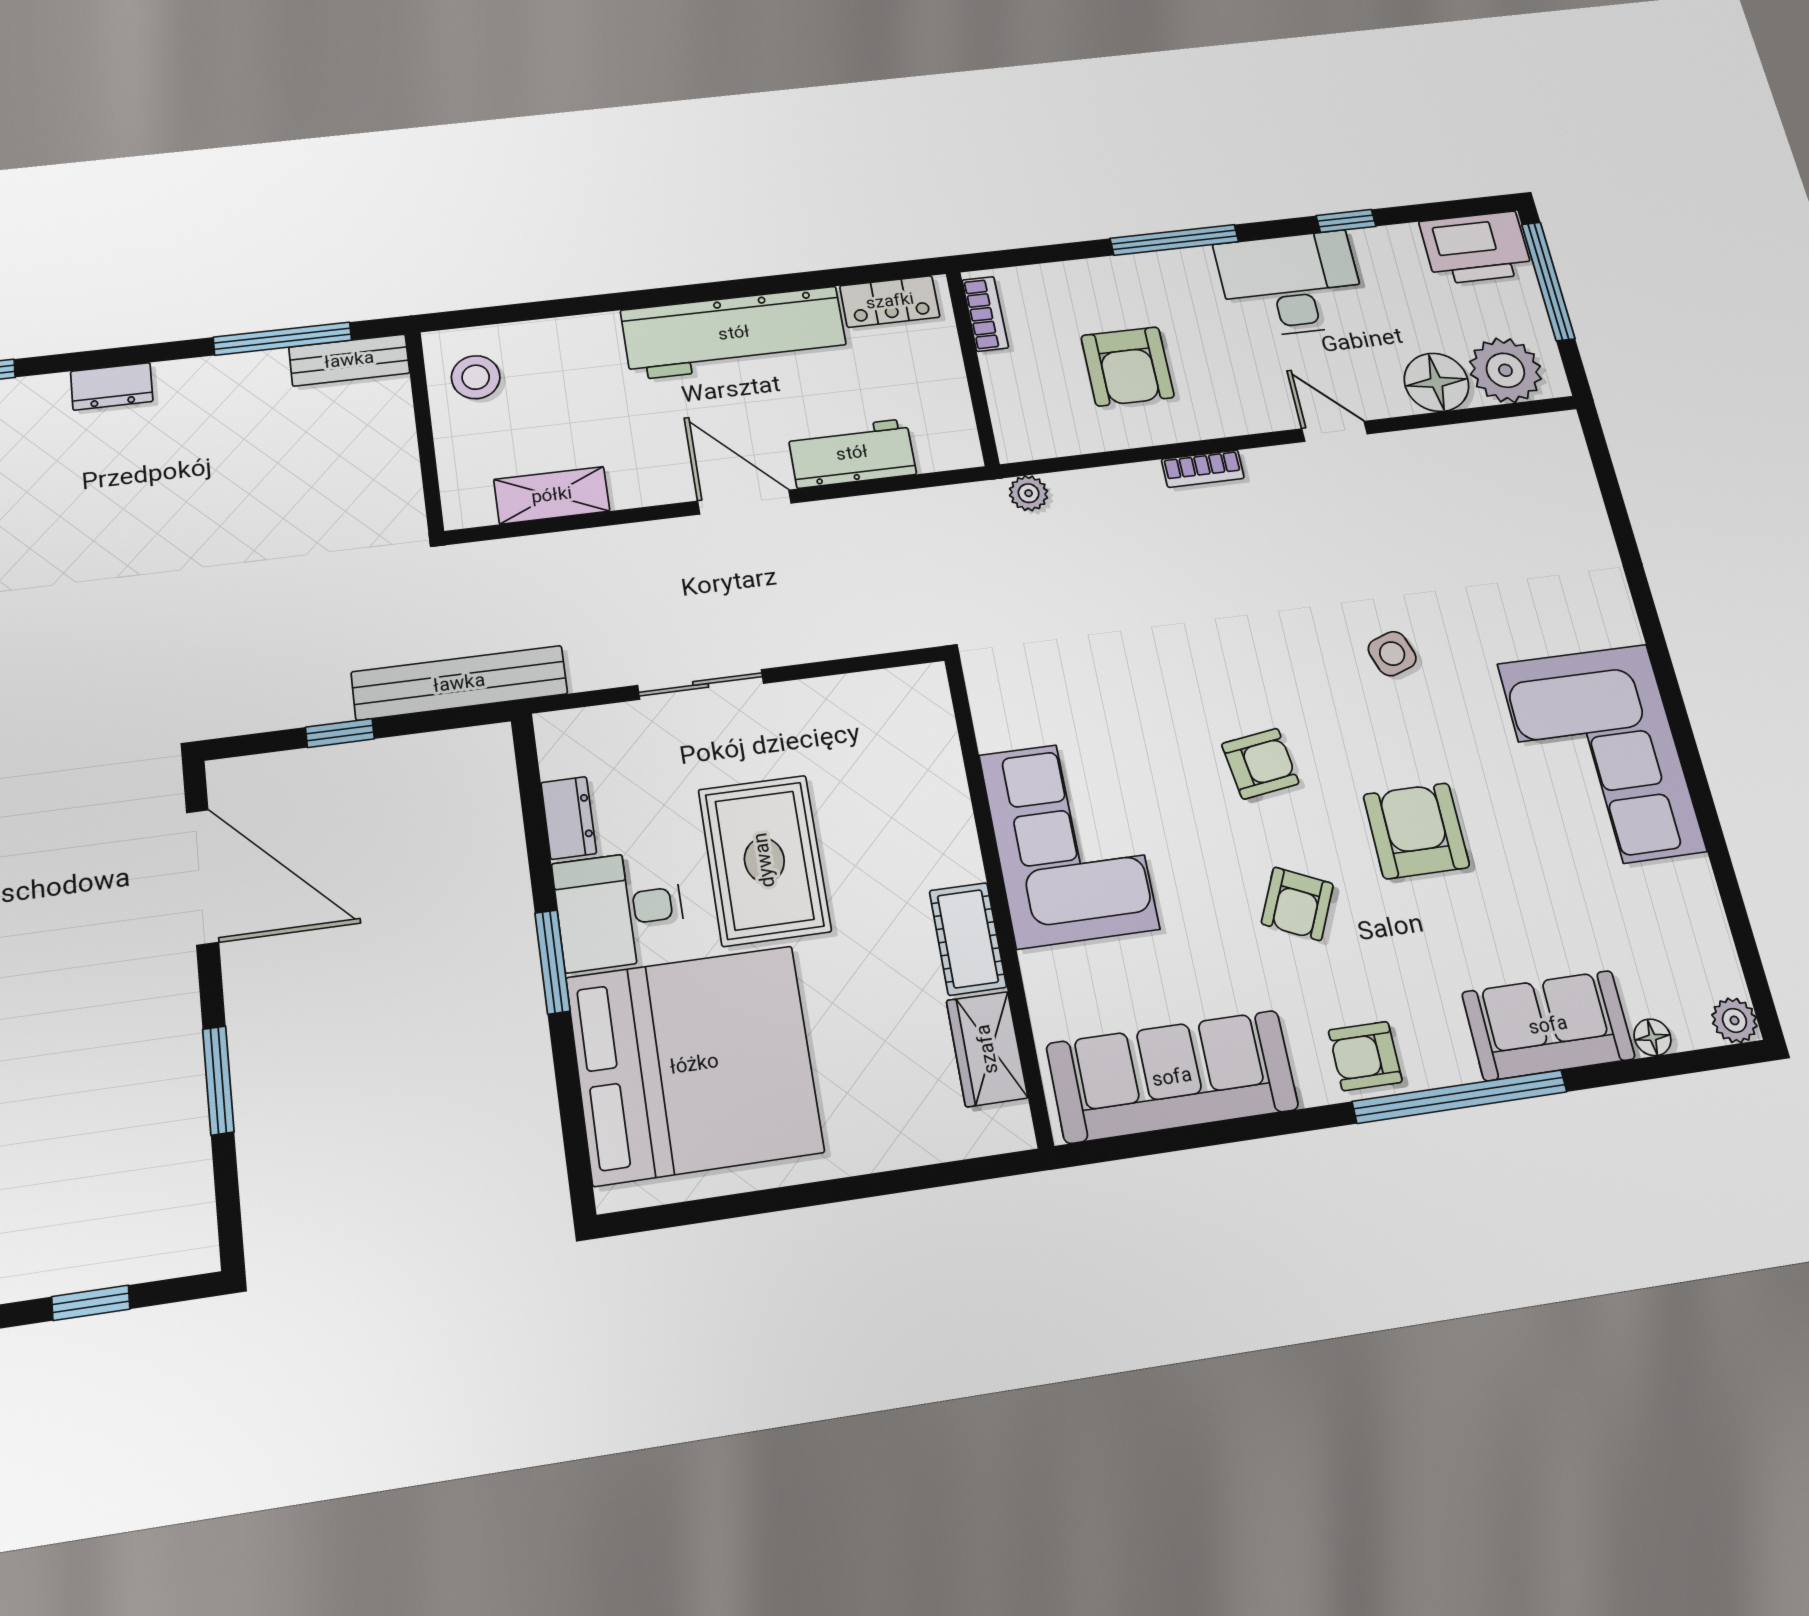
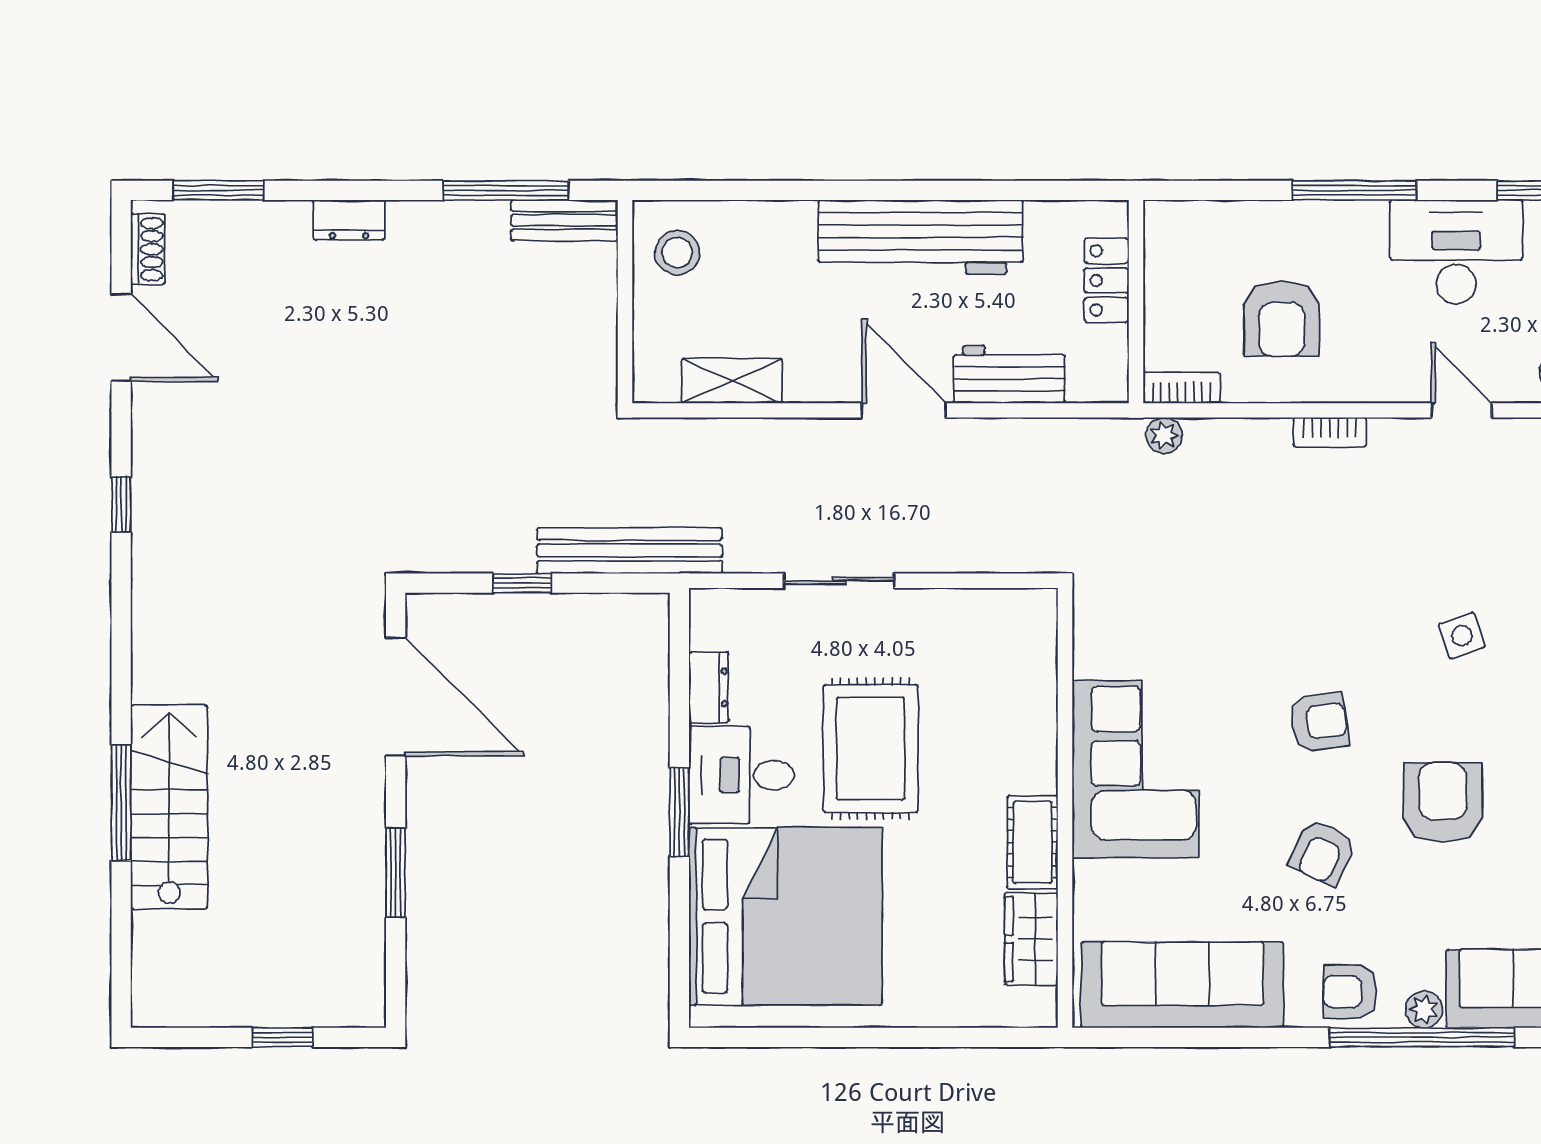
locker: (890, 301) -> (1106, 280), moved, turned 90
bookcase: (985, 314) -> (1182, 388), moved, turned -90
plant: (1454, 1064) -> (1424, 1009), added

